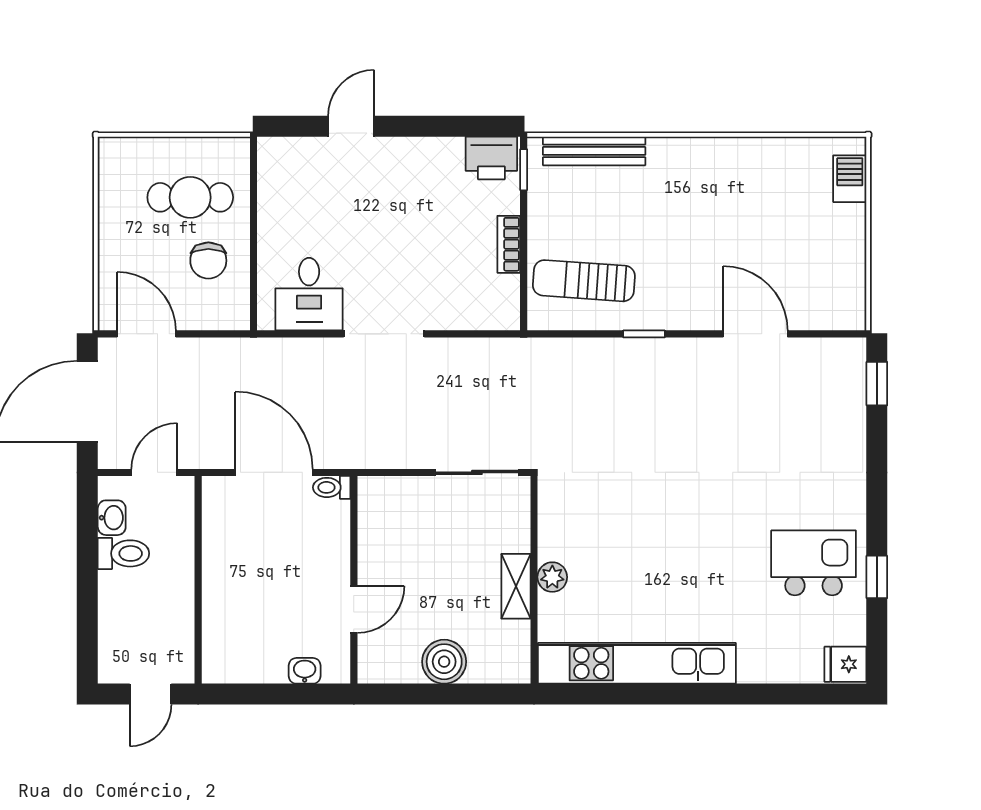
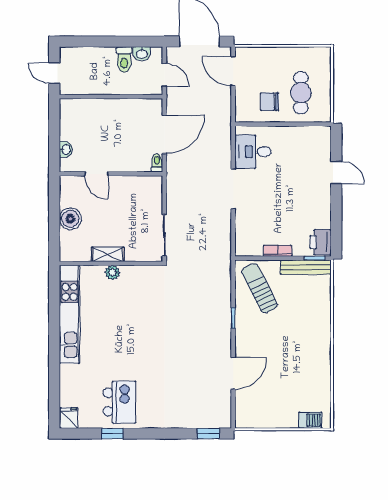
bench: (594, 151) -> (306, 267), moved, turned 90
sun lounger: (584, 281) -> (260, 288), turned -31
door: (146, 334) -> (233, 71), swing flipped

